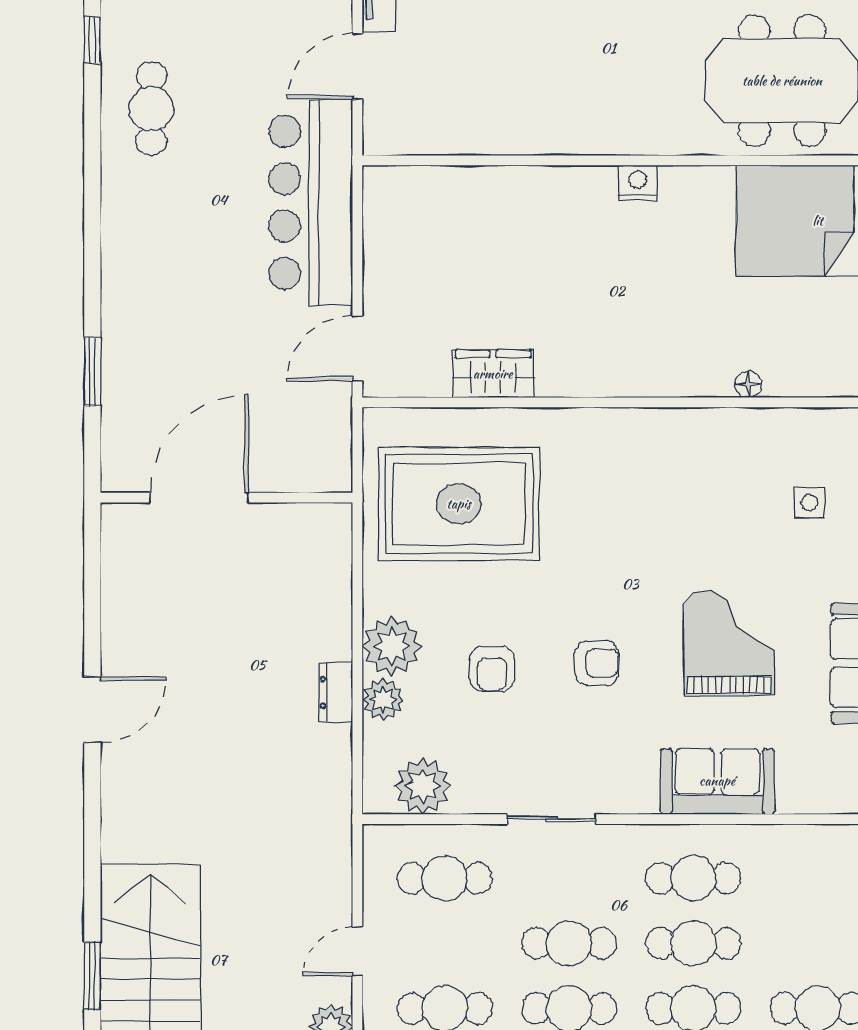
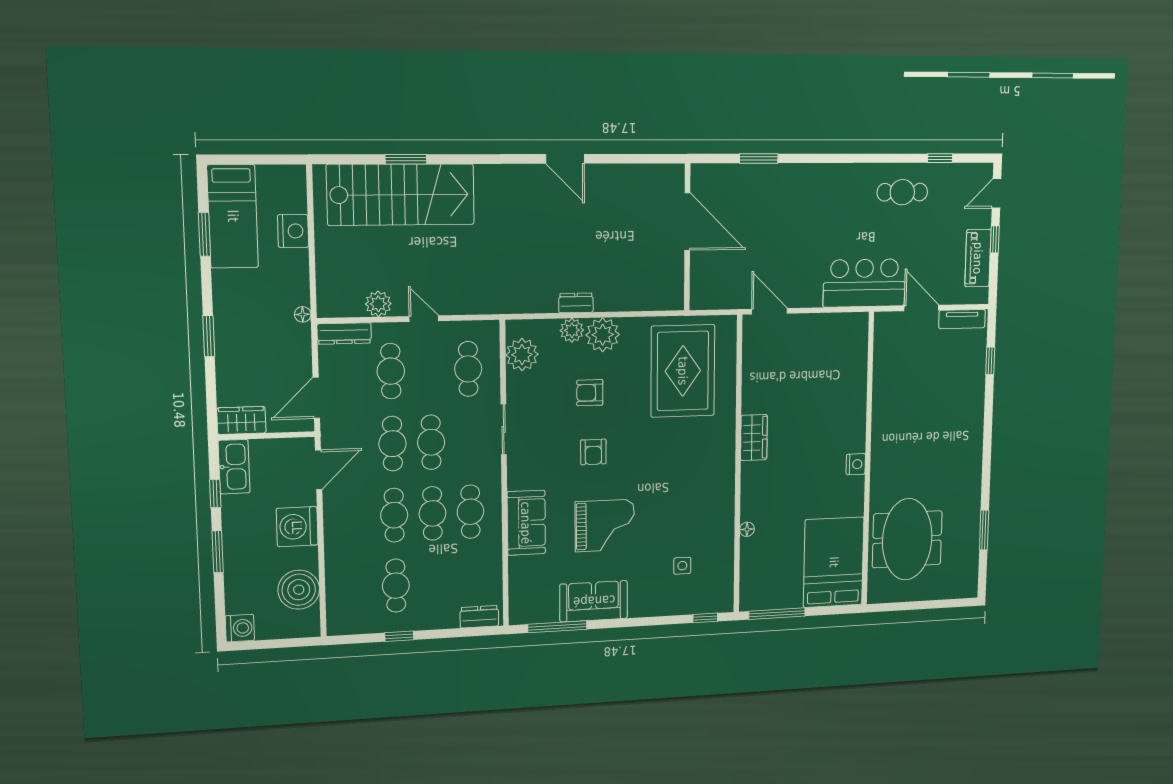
bar counter: (311, 202) -> (864, 283), width x0.73
wardrobe: (493, 374) -> (754, 438), moved

